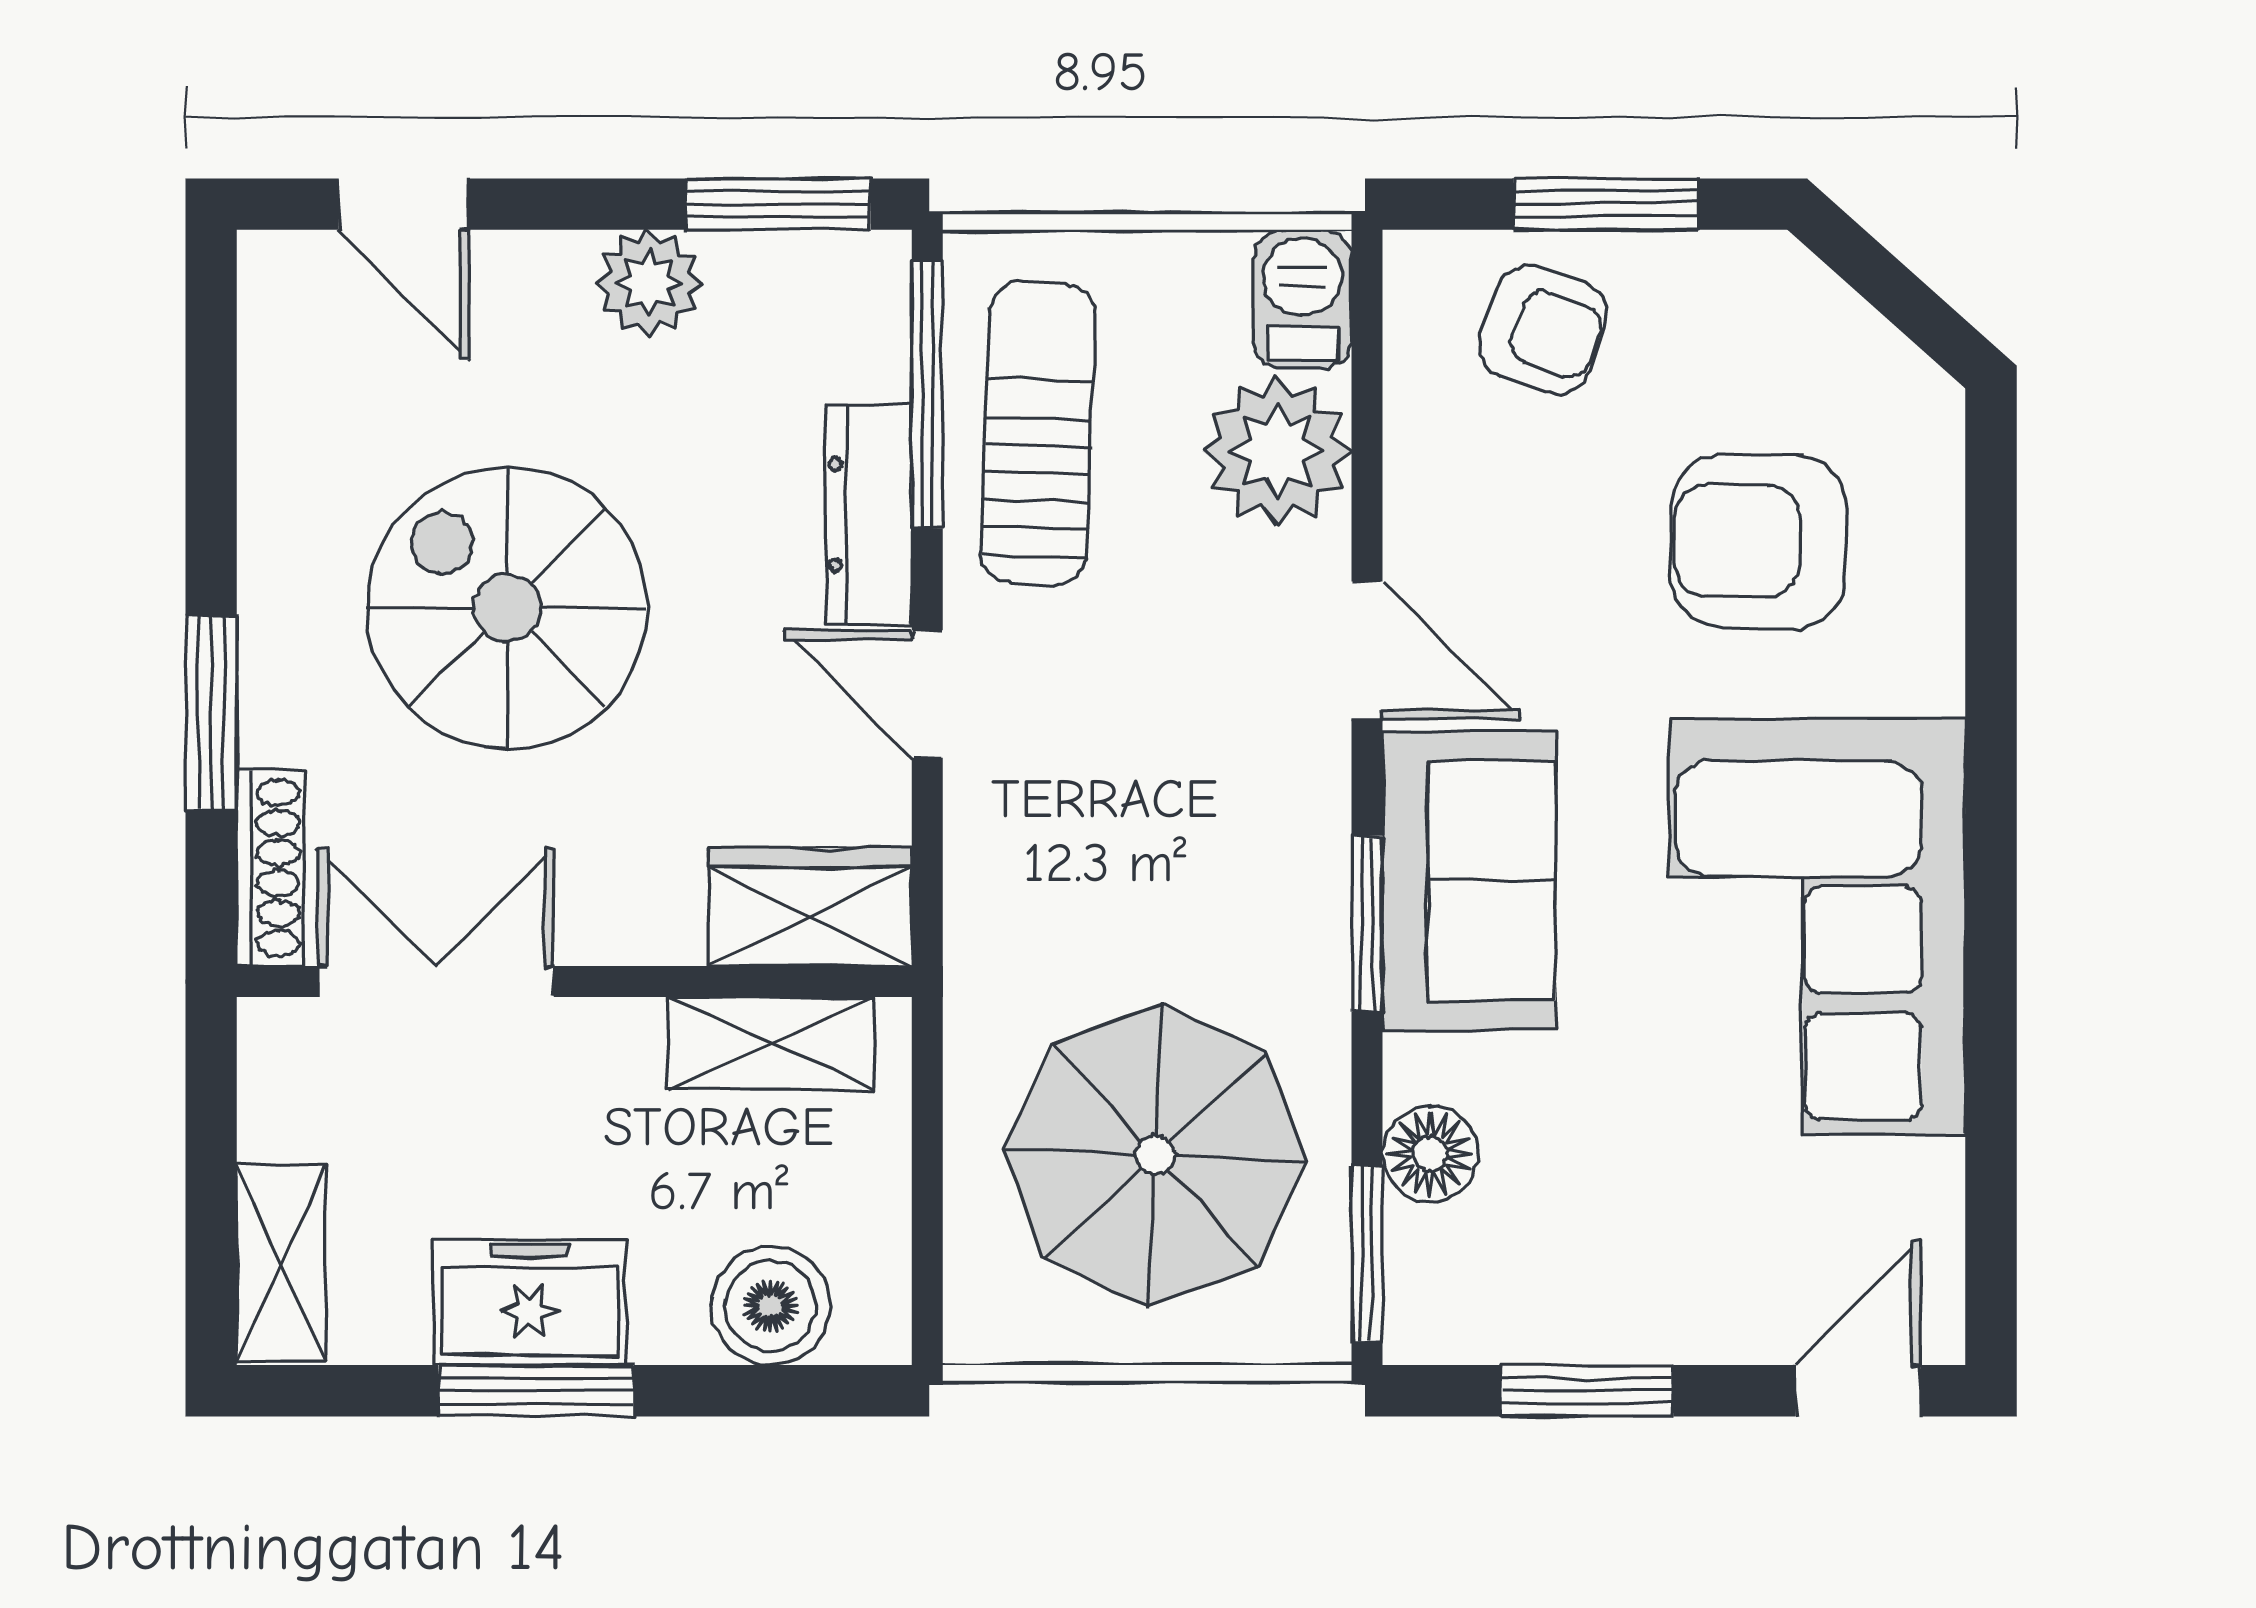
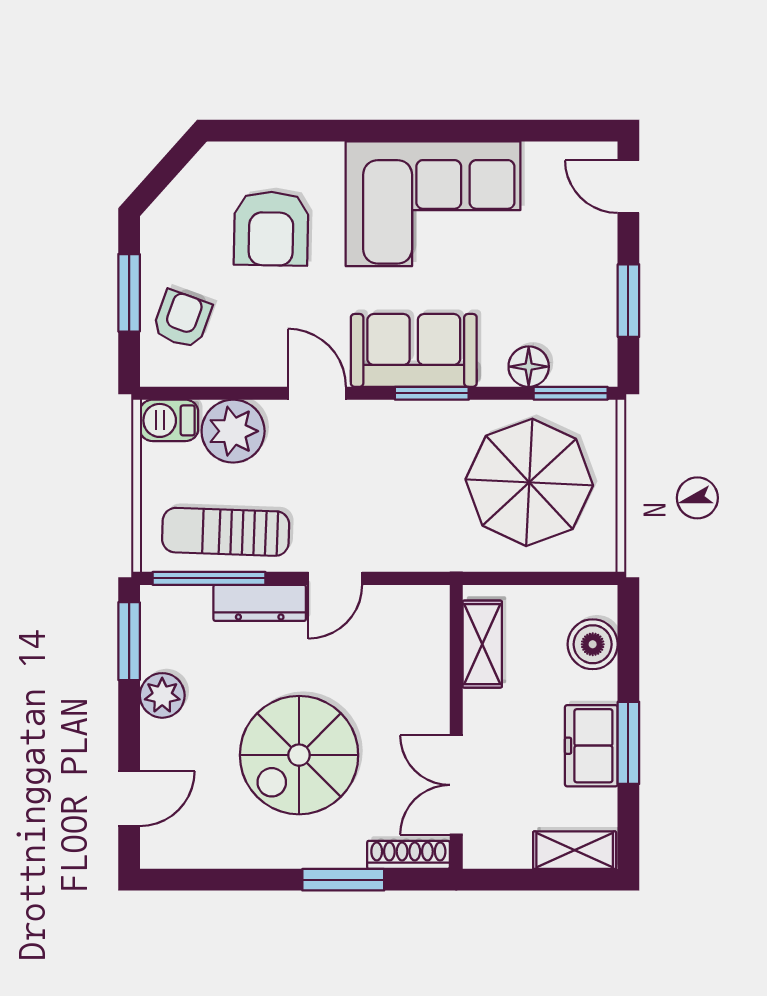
door: (1367, 650) -> (317, 393), hinge flipped
wardrobe: (810, 907) -> (425, 628), removed

